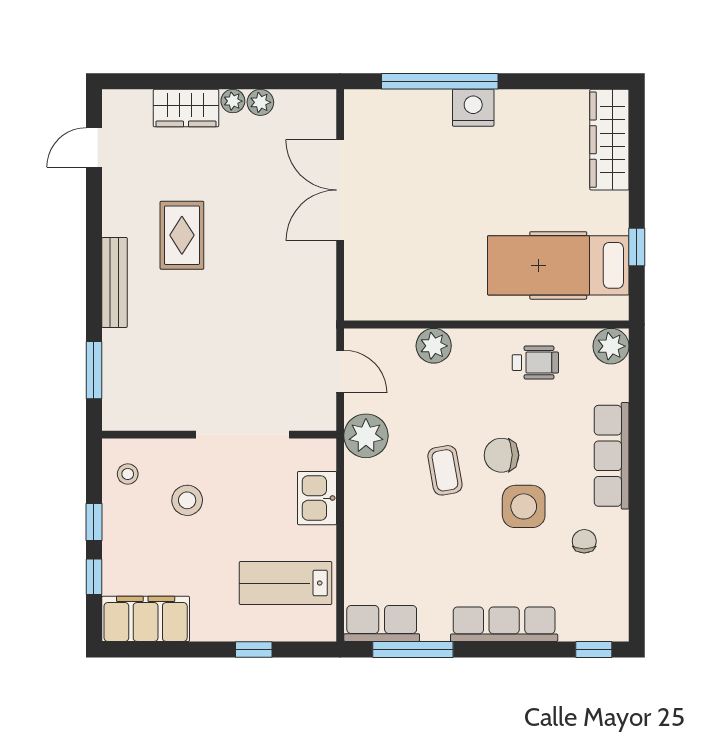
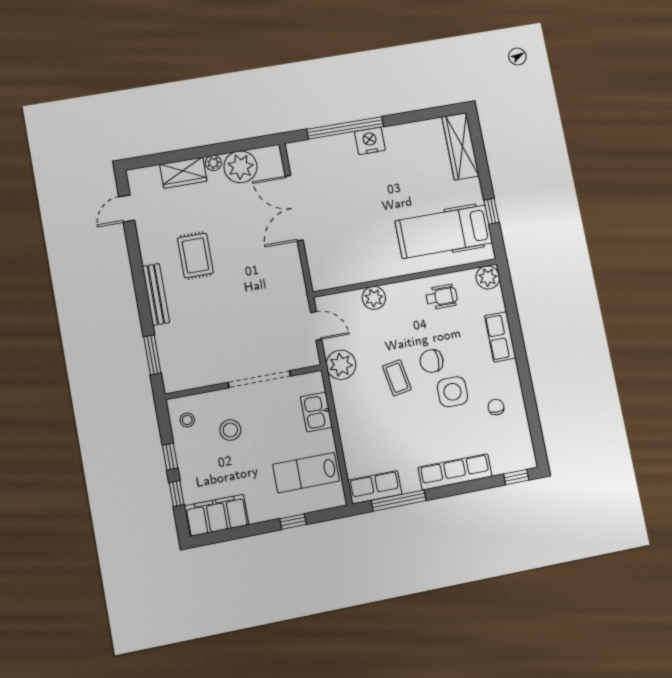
plant: (260, 102) -> (240, 167), width x1.88, depth x1.88
row of seats: (612, 456) -> (500, 337), width x0.68

